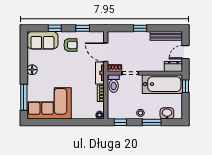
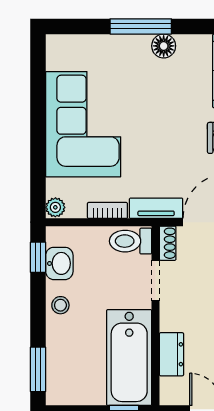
dresser: (173, 66) -> (171, 354), moved
window: (24, 97) -> (141, 26), moved
corner sofa: (49, 103) -> (83, 124), moved
washbasin: (167, 113) -> (59, 263), moved
window: (152, 122) -> (38, 369), moved

